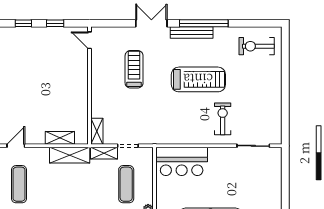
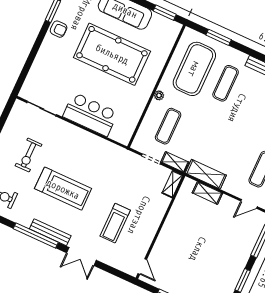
treadmill: (198, 79) -> (63, 189), turned 180
exercise bike: (223, 119) -> (29, 155), moved
bar counter: (182, 161) -> (90, 114), moved

